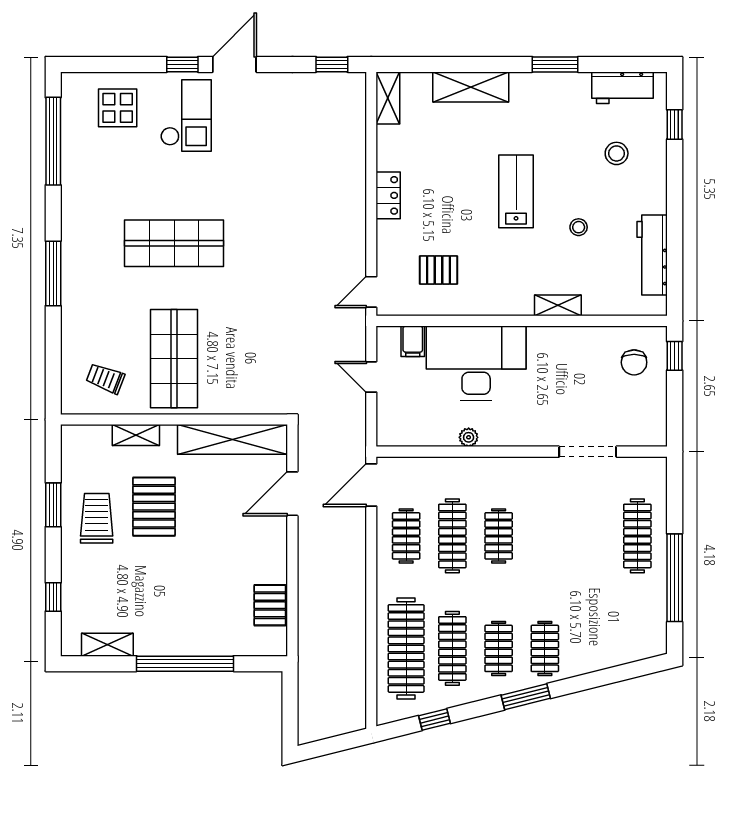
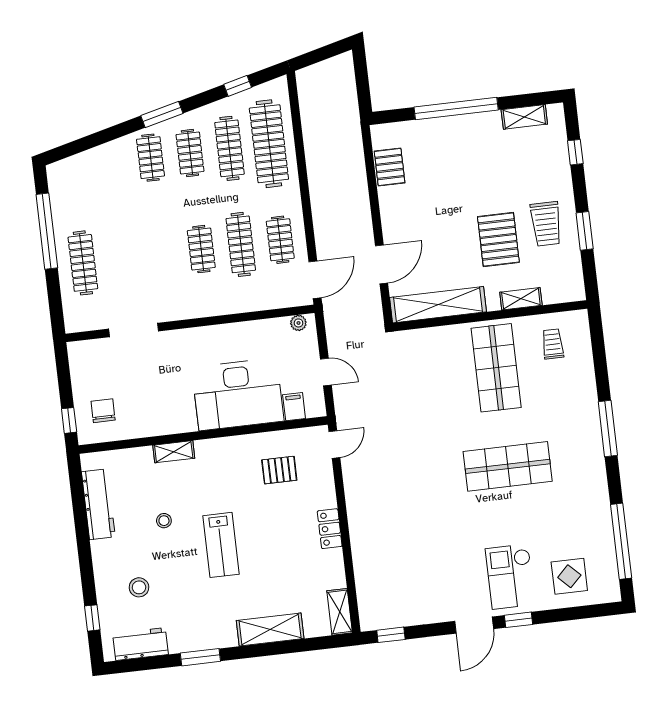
trolley: (105, 378) -> (553, 344), turned -111
plant: (469, 437) -> (298, 323), moved

